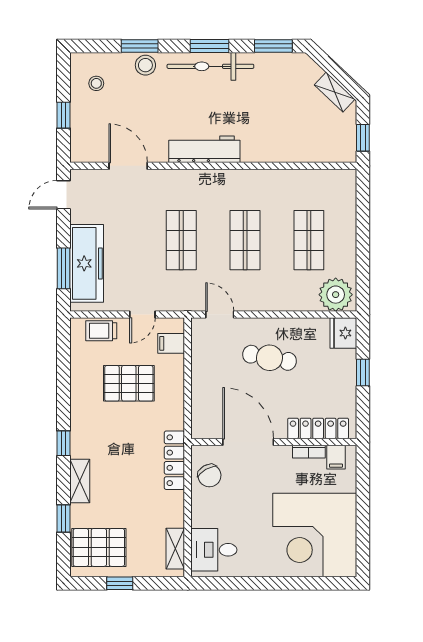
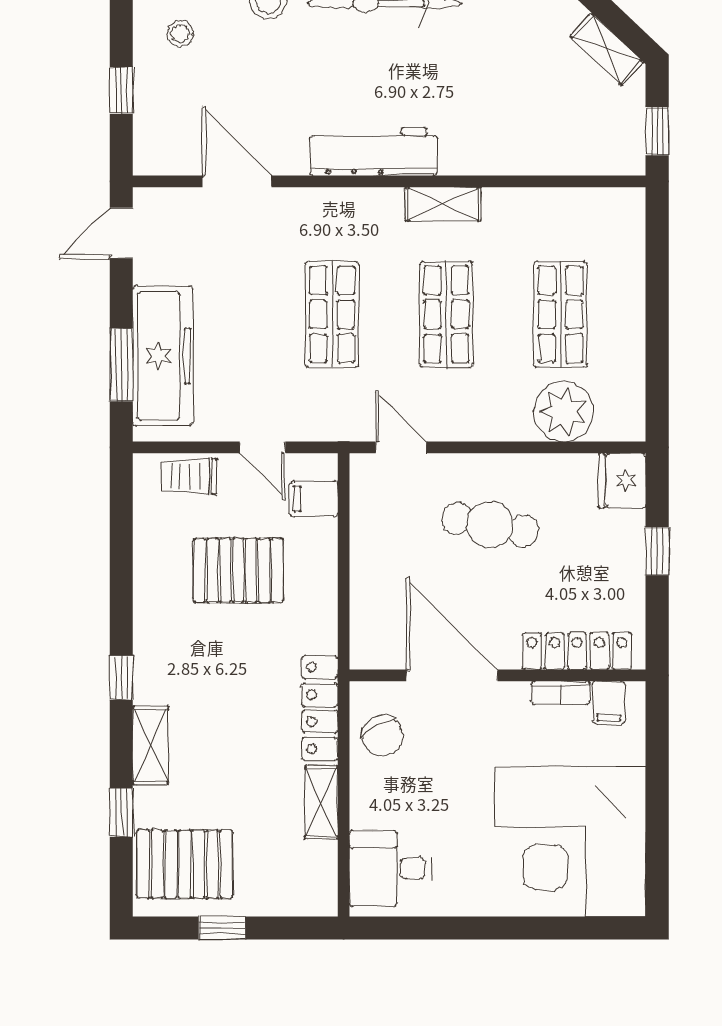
shelving: (243, 179) -> (443, 204), added
plant: (336, 295) -> (564, 412), moved
door: (142, 315) -> (262, 447), hinge flipped
shelving: (175, 549) -> (321, 802), moved

